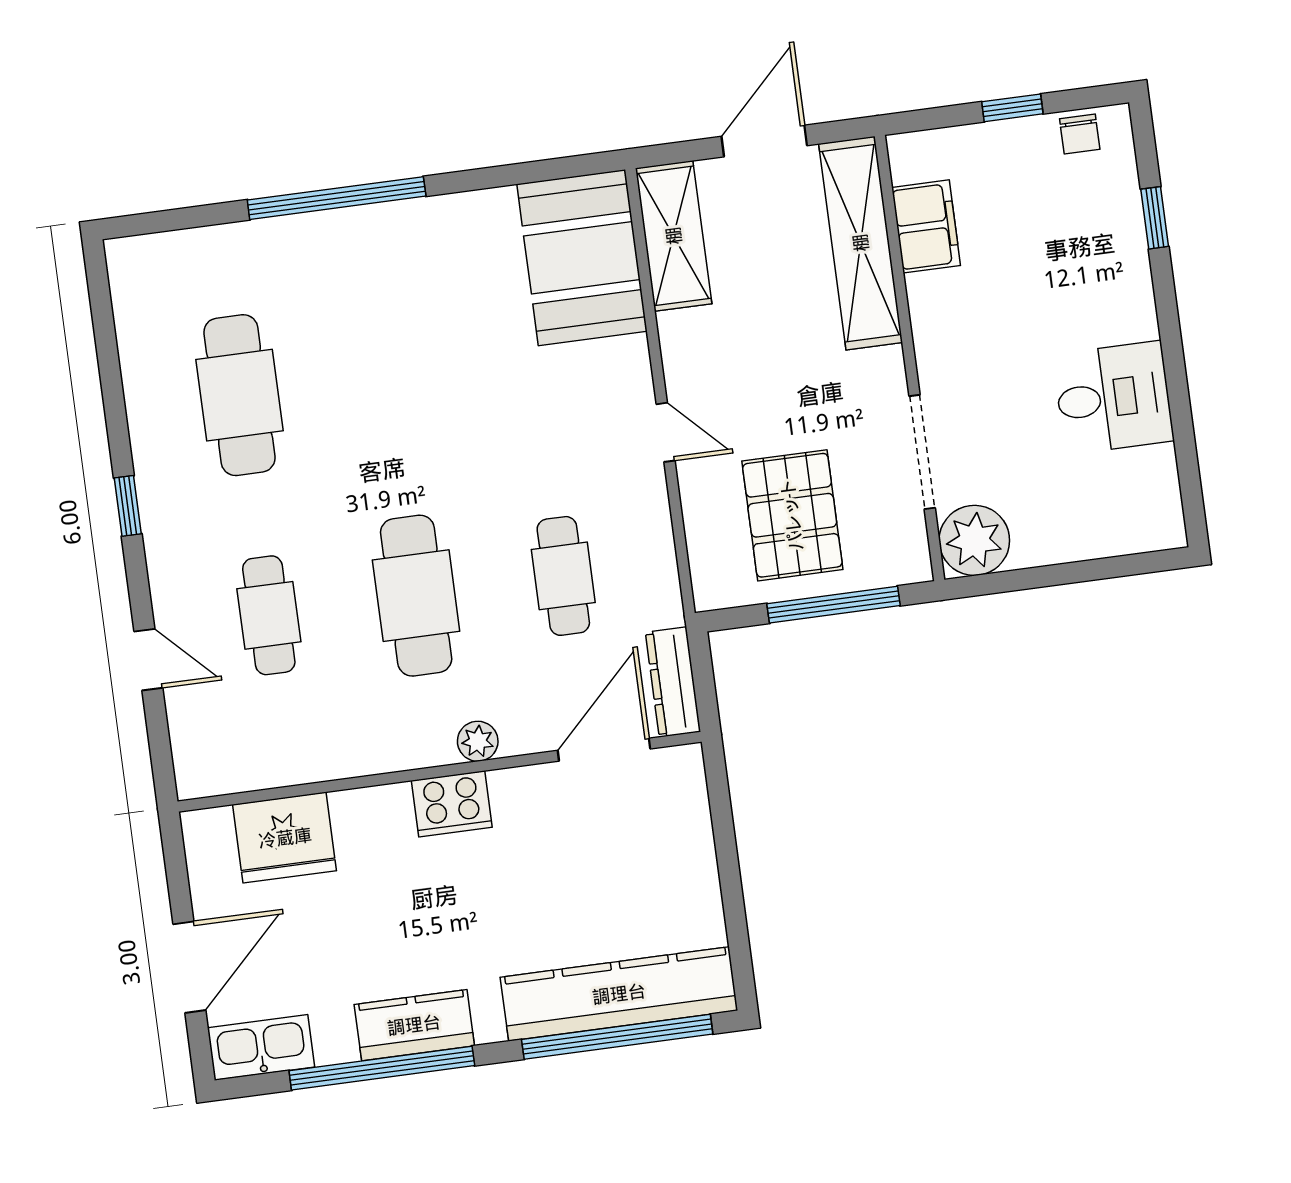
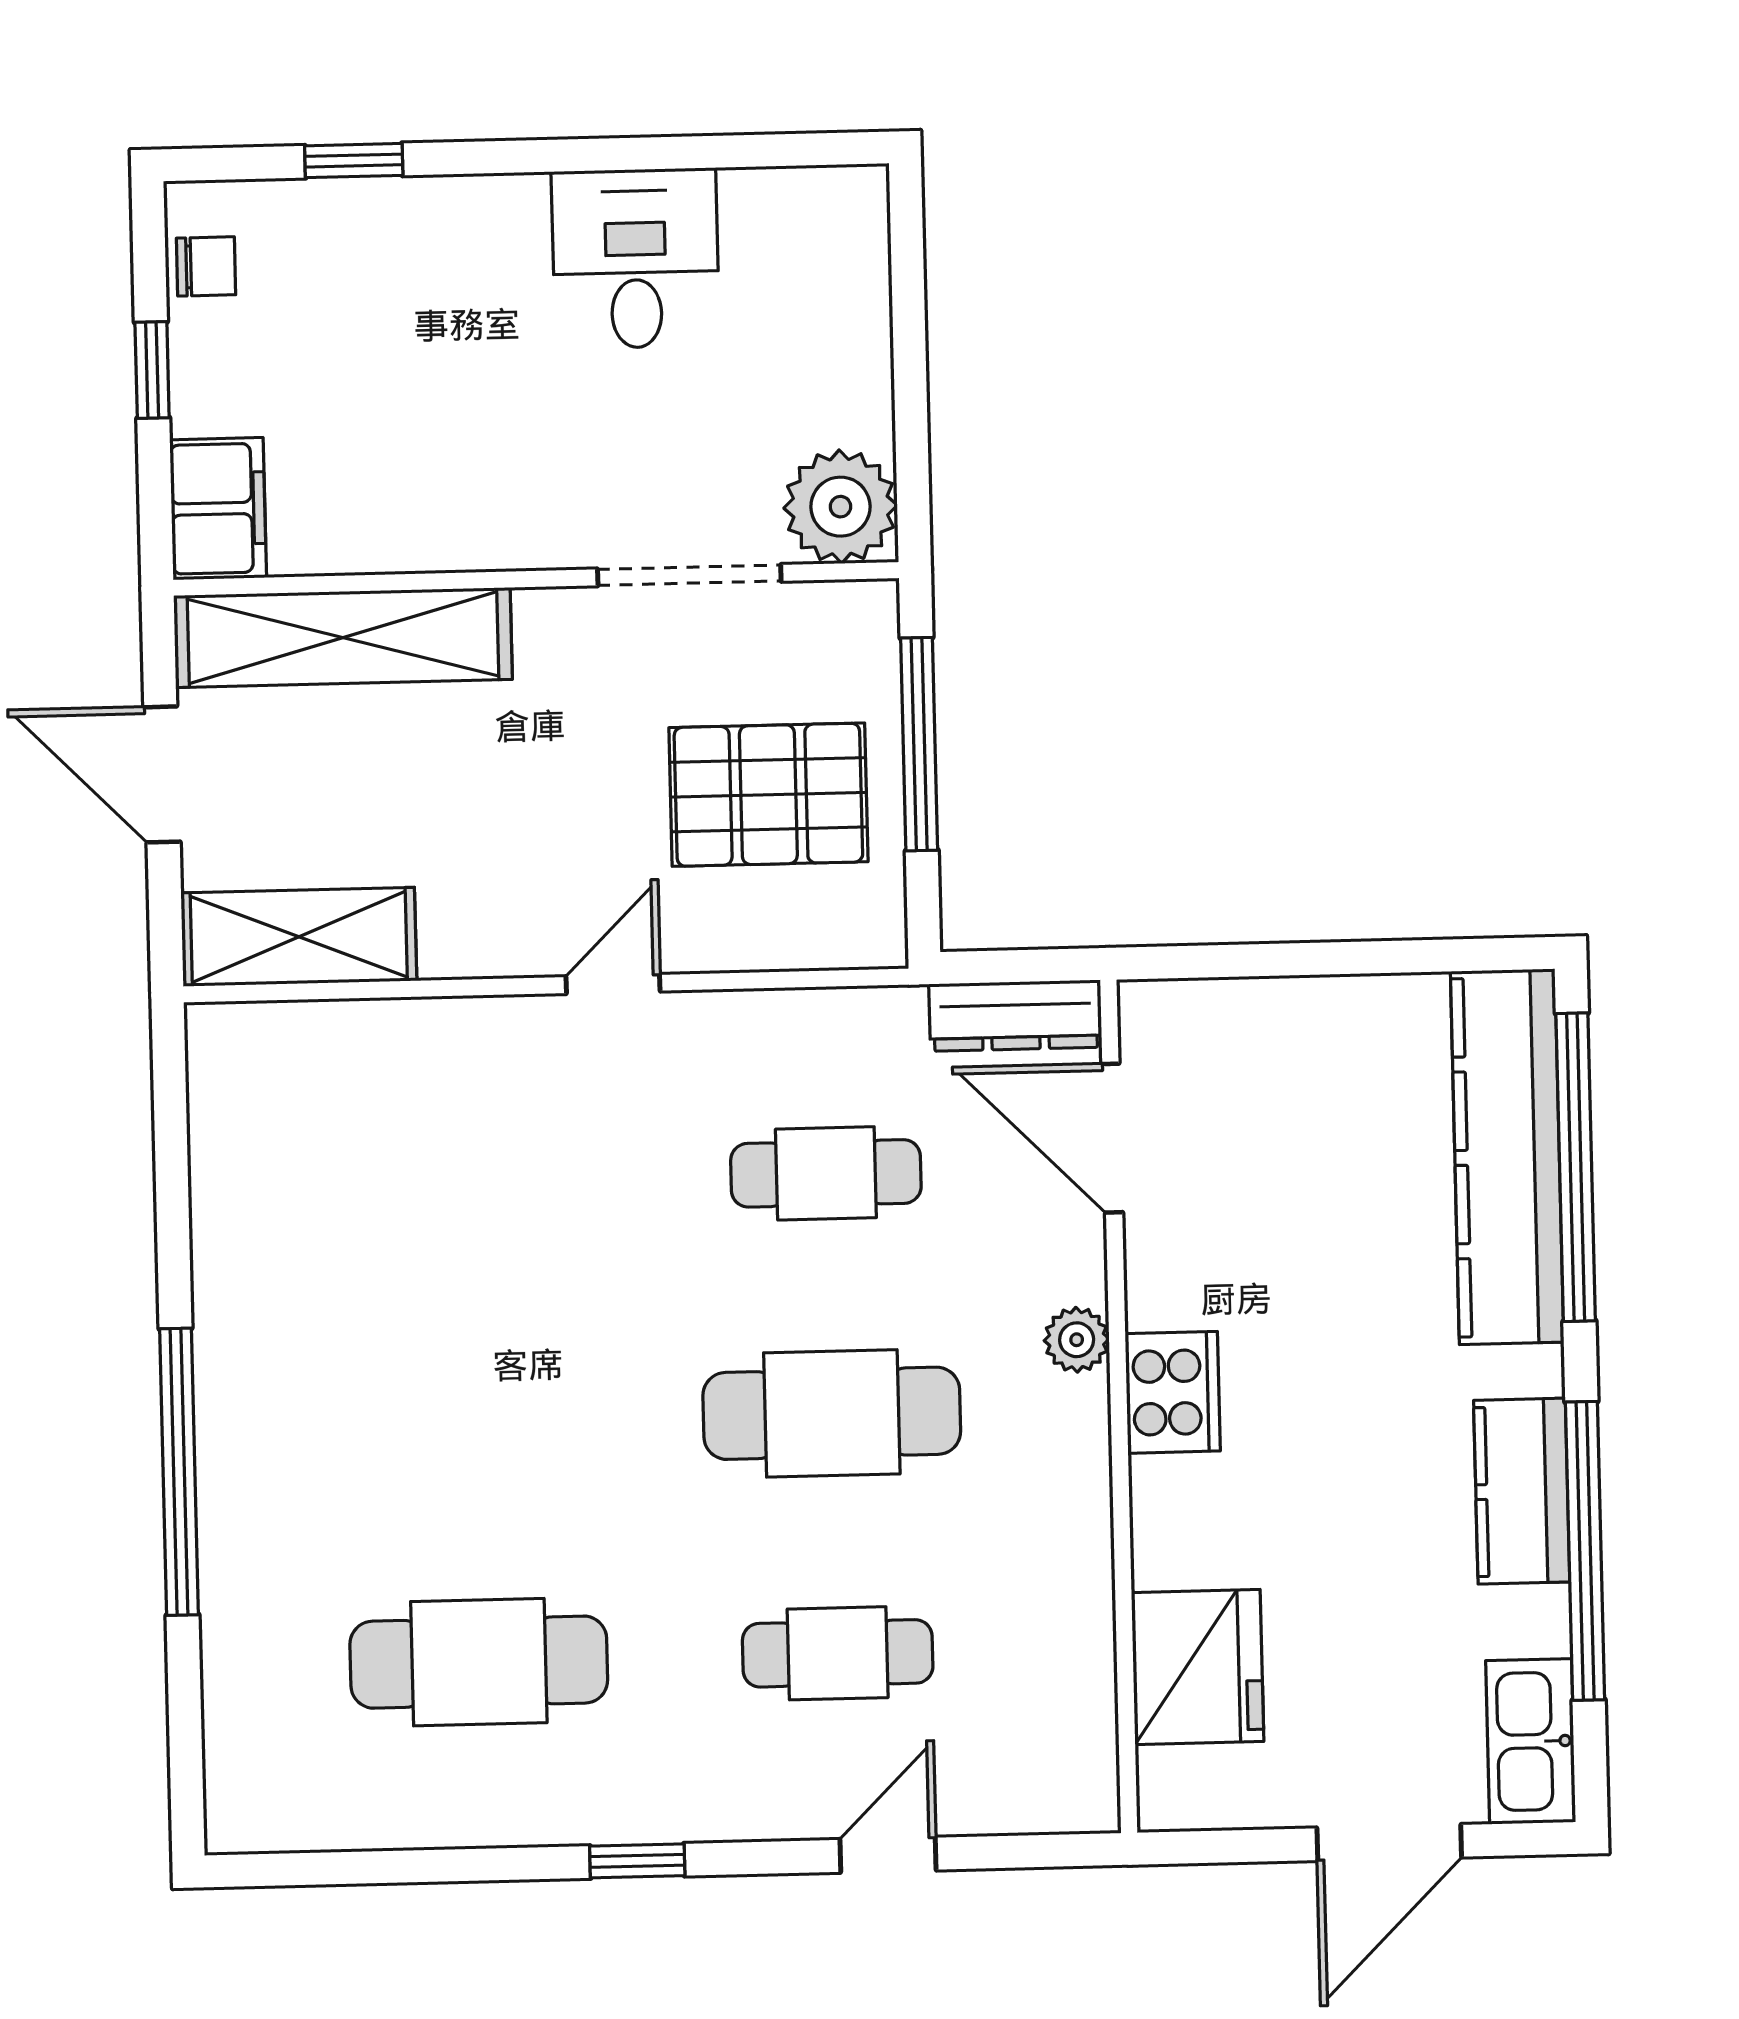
filing cabinet: (926, 226) -> (218, 509), moved, turned 90
booth: (582, 258) -> (318, 1088), removed
door: (189, 967) -> (1389, 1842), swing flipped

